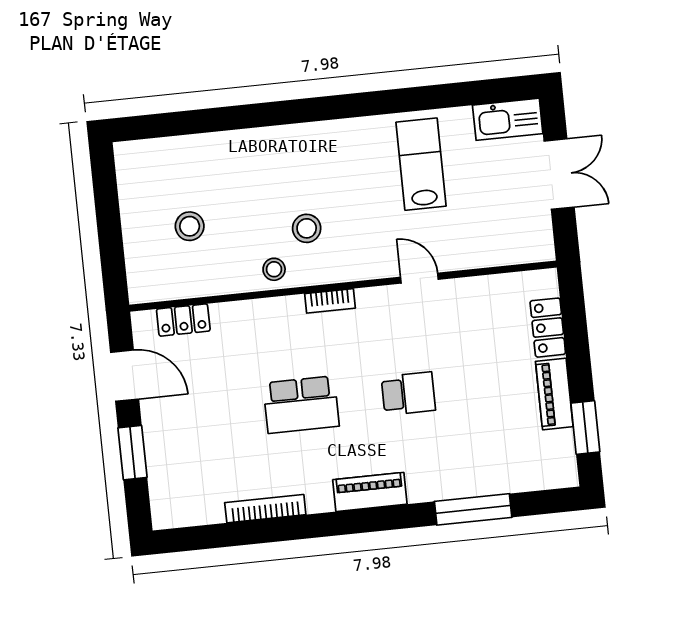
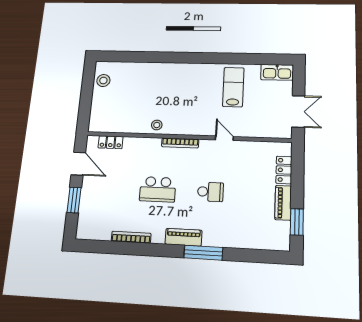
double door: (559, 174) -> (298, 111), moved
stool: (190, 226) -> (103, 81), moved
stool: (307, 228) -> (175, 109), removed
bookcase: (330, 301) -> (180, 143), width x1.56
window: (473, 509) -> (203, 253), moved

